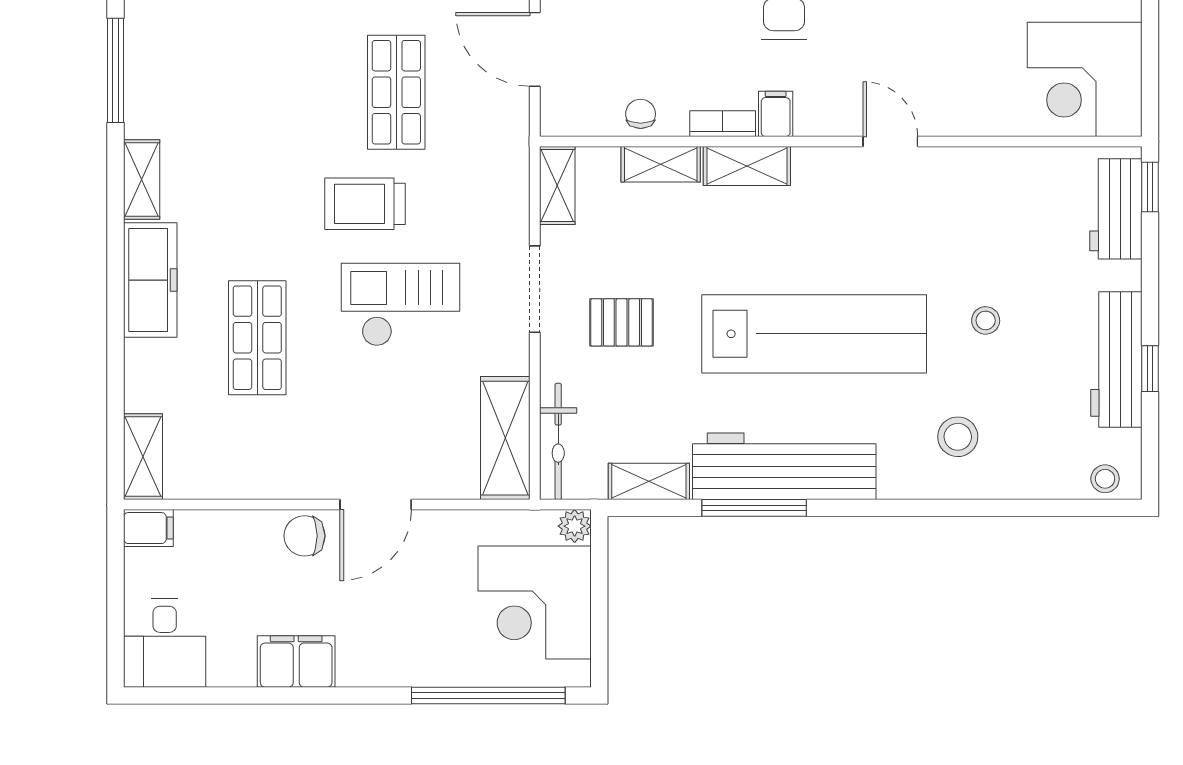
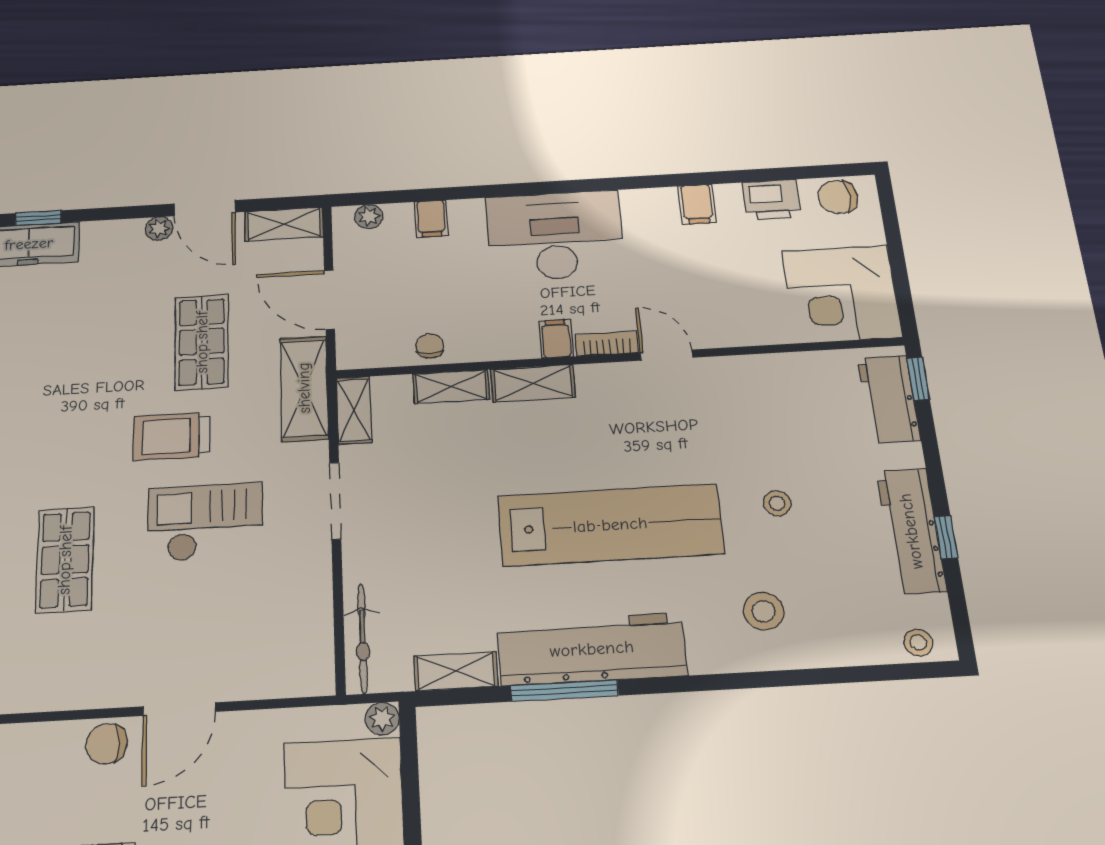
bookcase: (723, 124) -> (607, 344), moved
pallet: (622, 322) -> (421, 525), removed
shelving: (505, 438) -> (304, 388), moved

